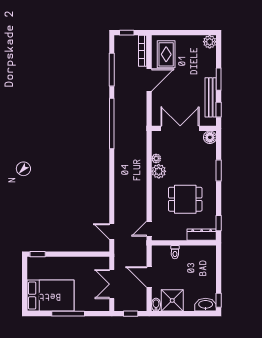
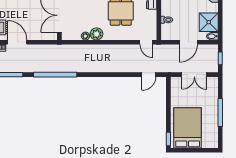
bed: (50, 296) -> (188, 128), moved

